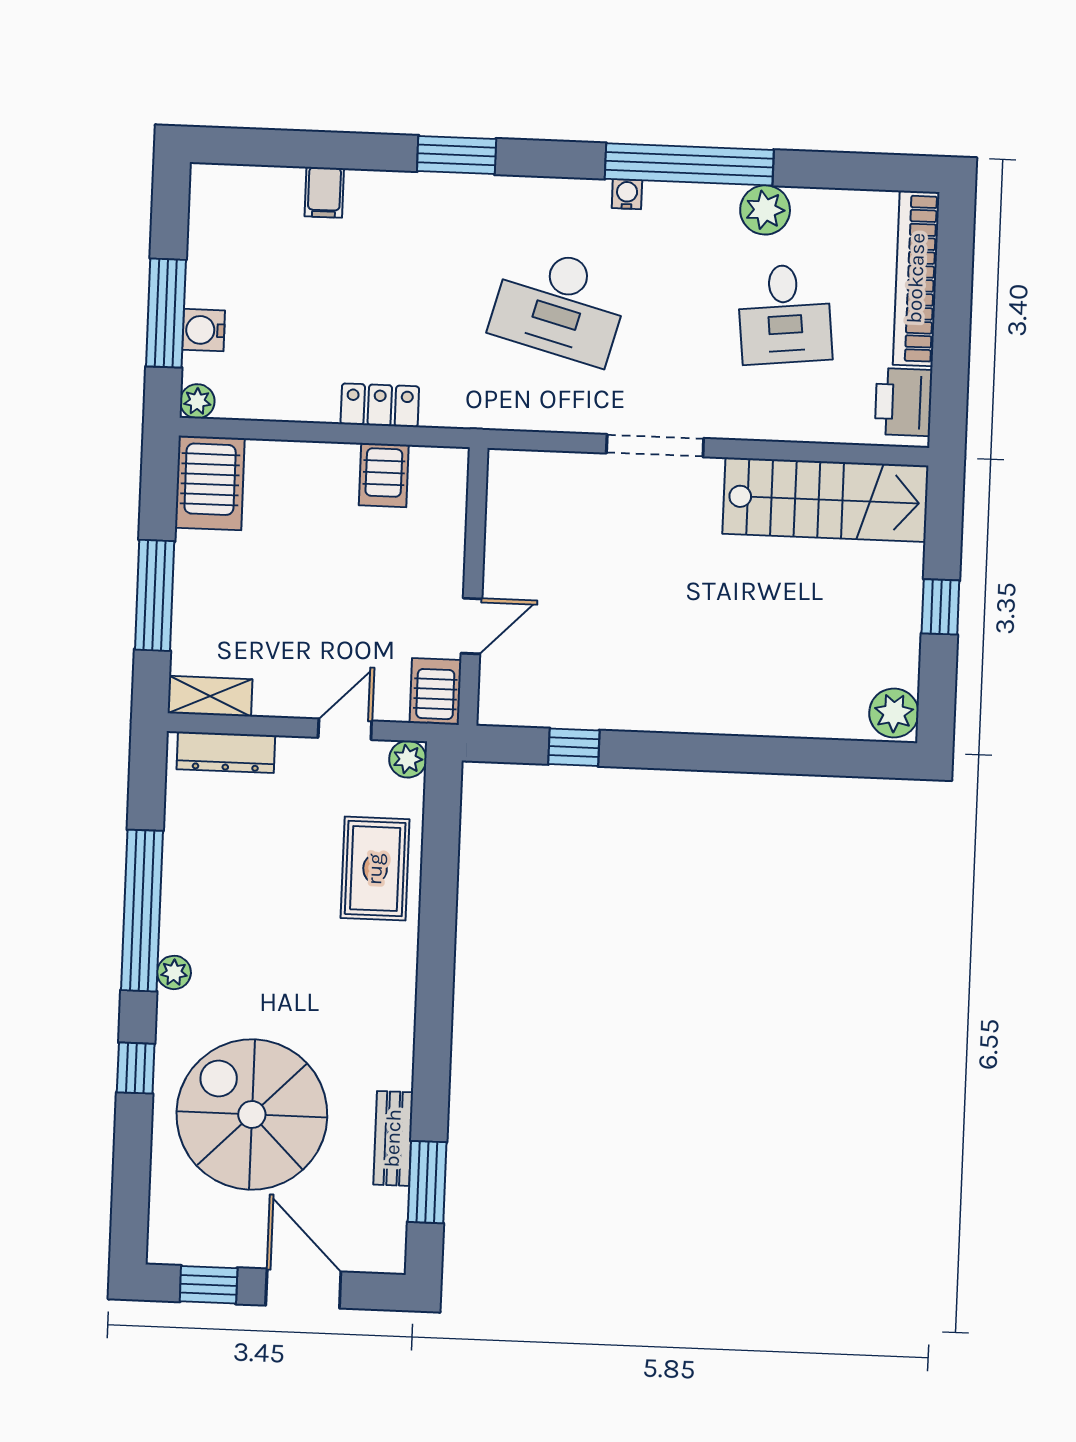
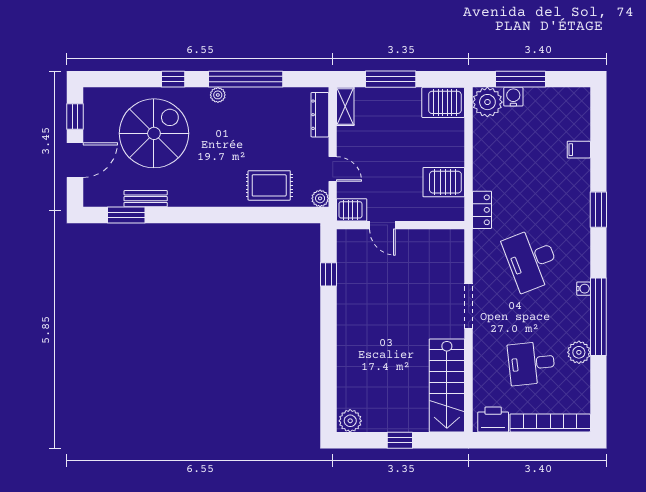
desk: (559, 305) -> (531, 260), turned -36
plant: (197, 401) -> (487, 102), width x1.88, depth x1.88
locker: (380, 405) -> (482, 210), moved
server rack: (384, 475) -> (444, 182), width x1.36, depth x1.44

